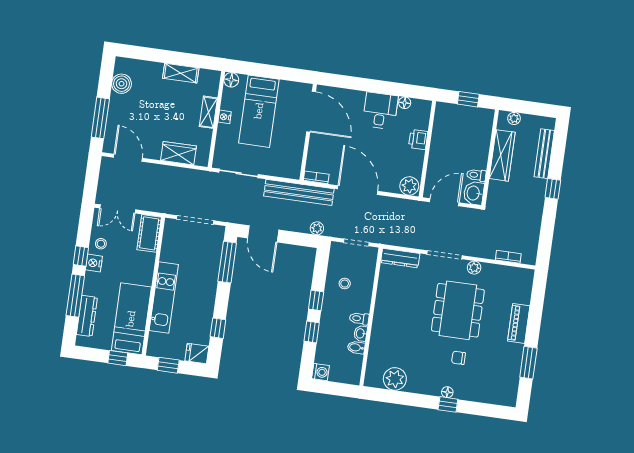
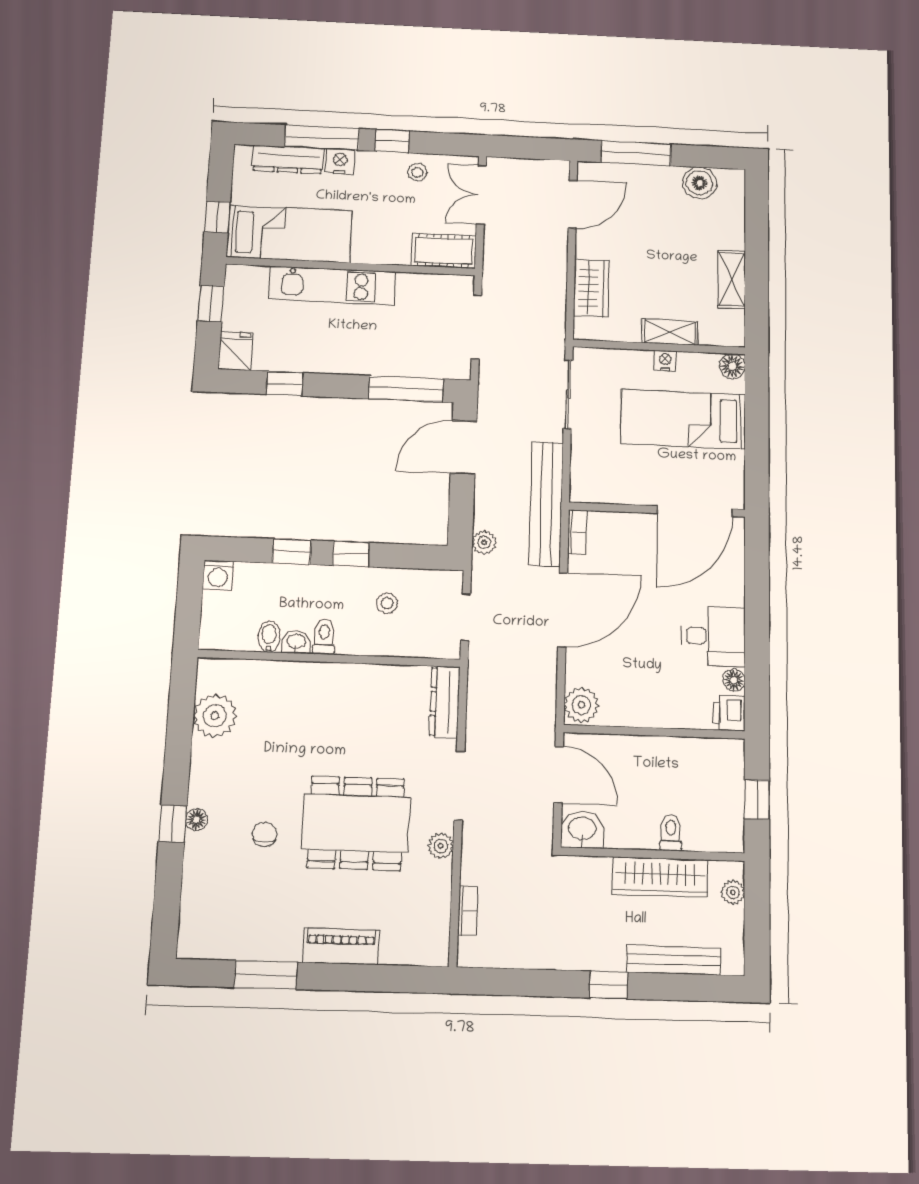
printer: (418, 140) -> (729, 713), moved, turned -90
toilet: (476, 175) -> (671, 833), moved
nightstand: (94, 263) -> (340, 162), moved

